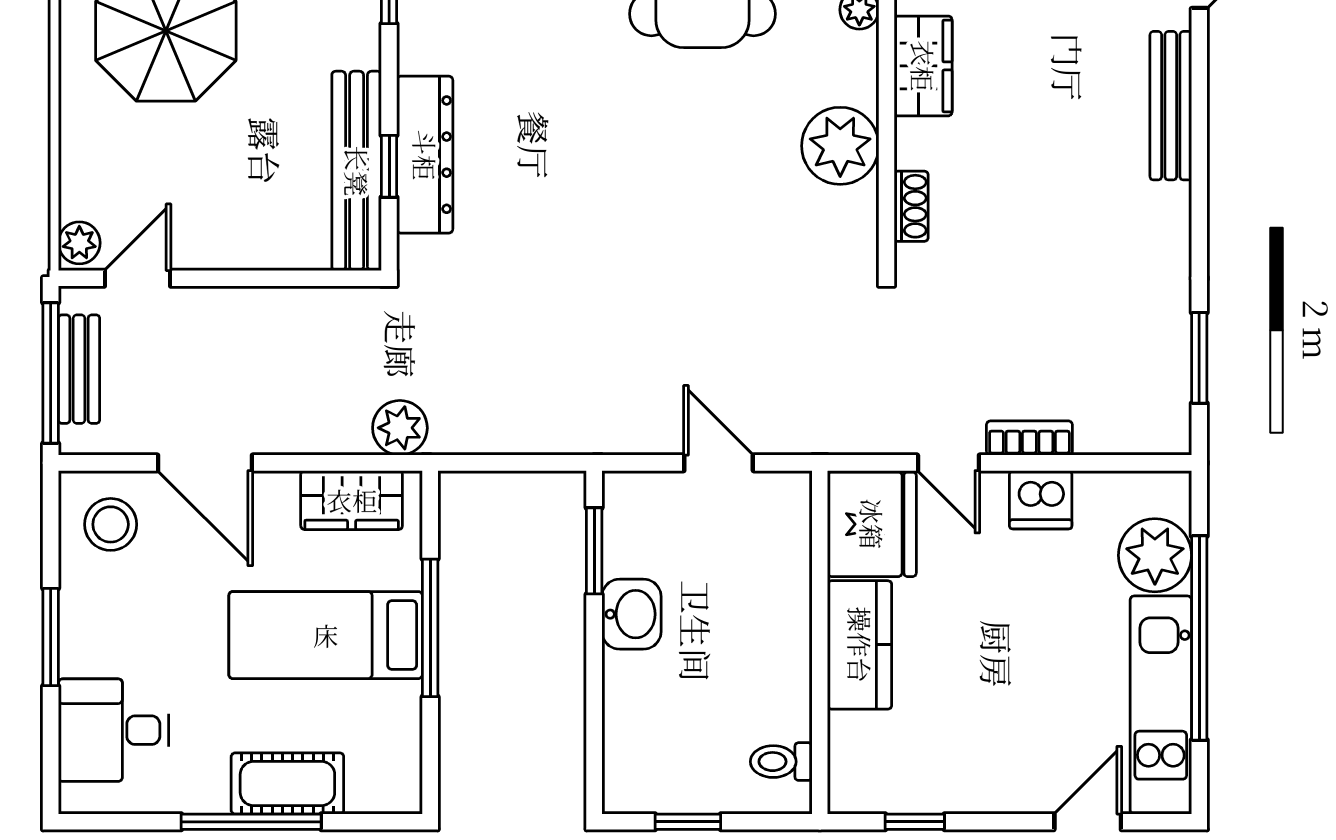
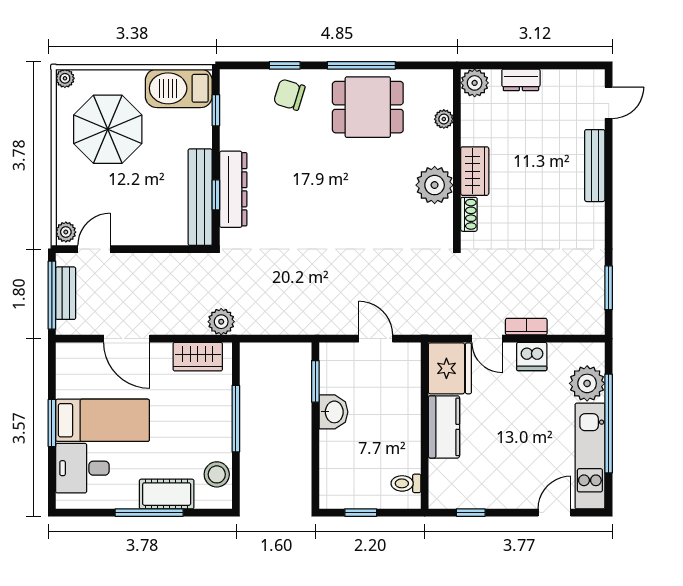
wardrobe: (923, 66) -> (475, 171), moved
stool: (111, 524) -> (217, 474), moved
bed: (326, 635) -> (103, 420), moved, turned 180

